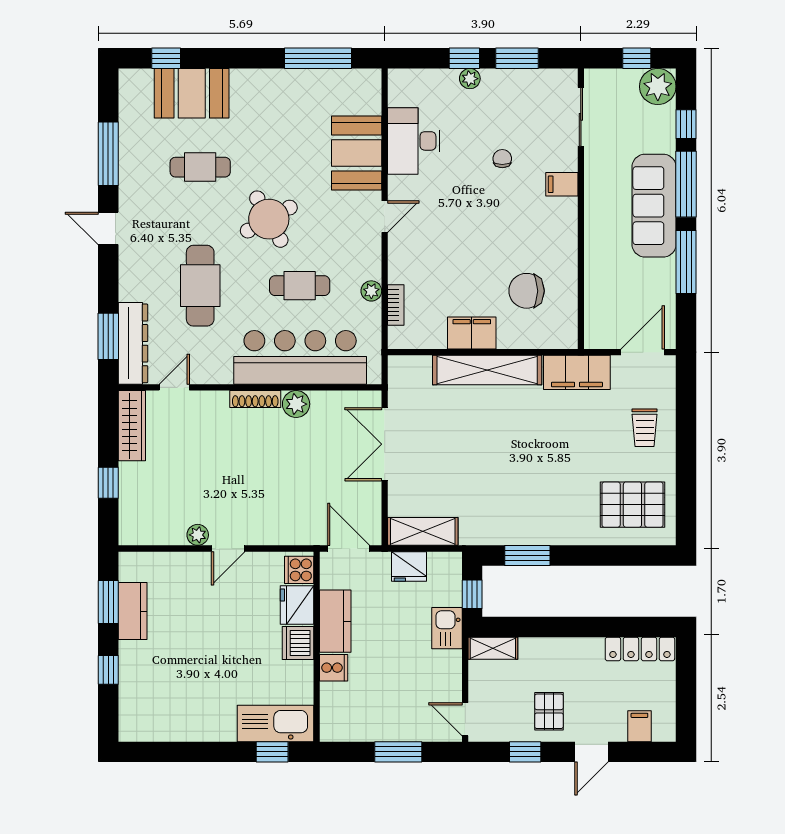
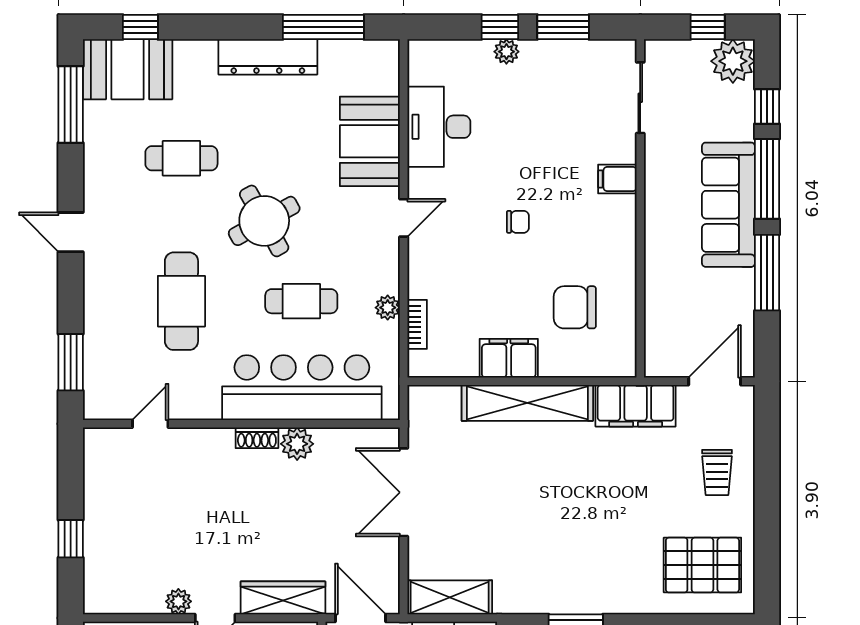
booth: (192, 93) -> (128, 69), moved
window: (108, 154) -> (71, 104), moved
chair: (502, 159) -> (518, 222), moved, turned 90
dresser: (133, 343) -> (268, 57), moved, turned 90
shoe rack: (255, 399) -> (257, 438), width x0.70
wardrobe: (132, 426) -> (283, 598), moved, turned -90

